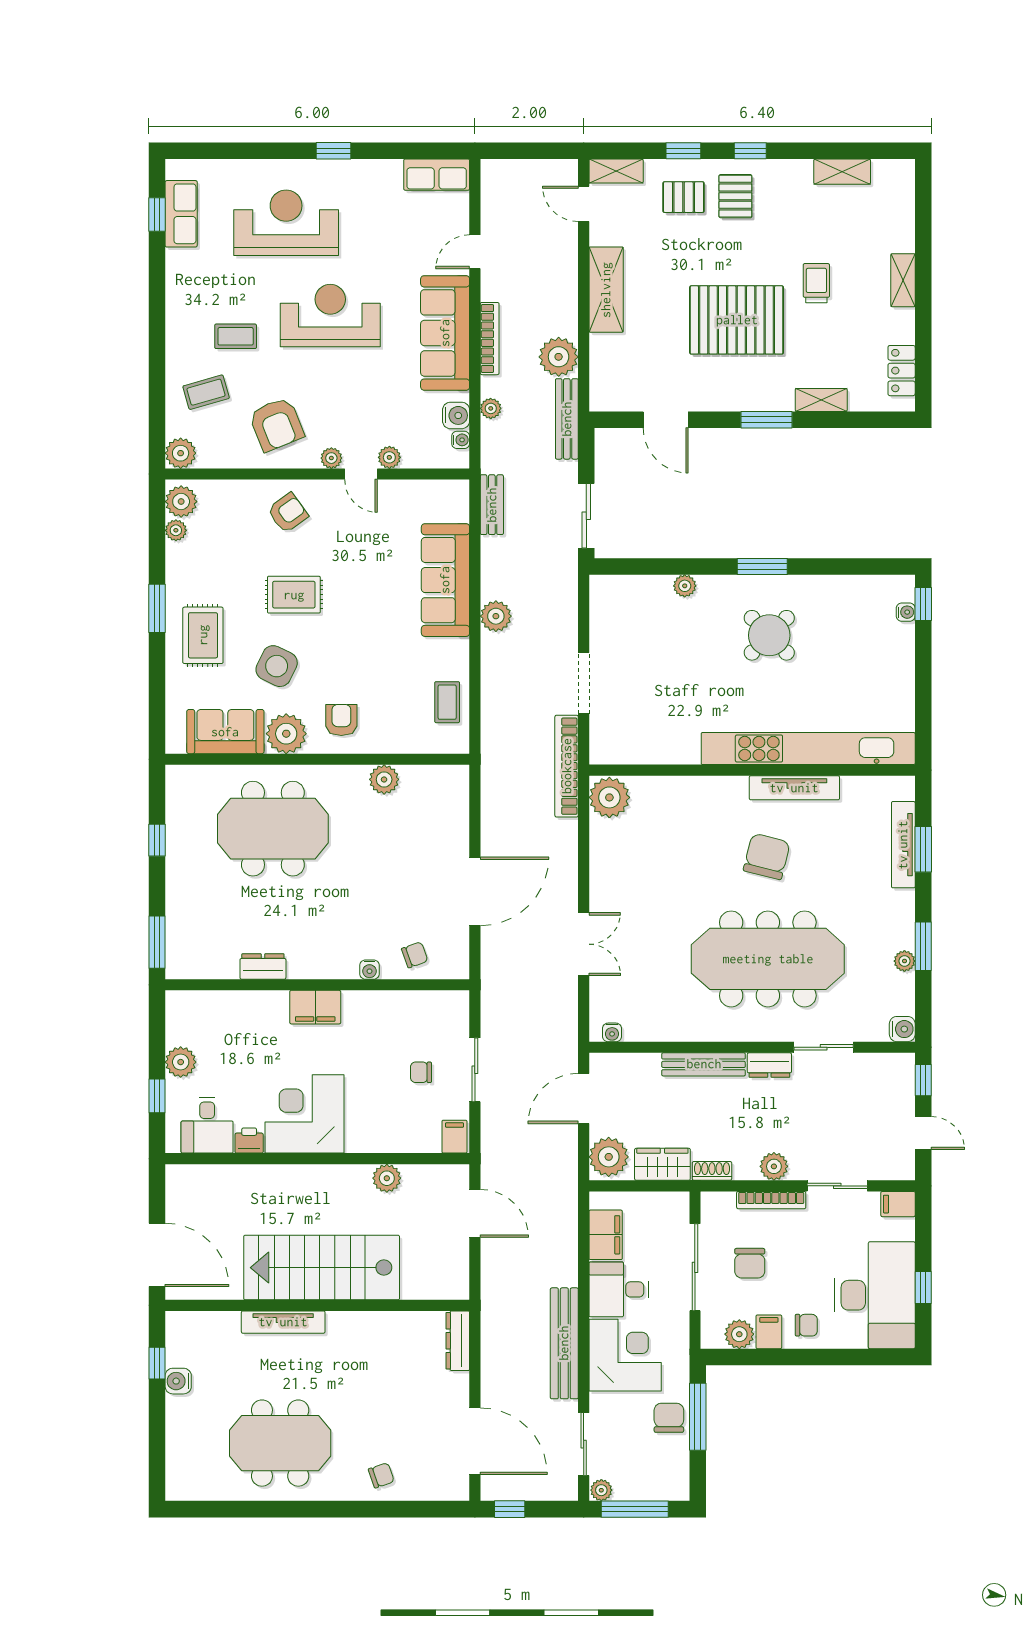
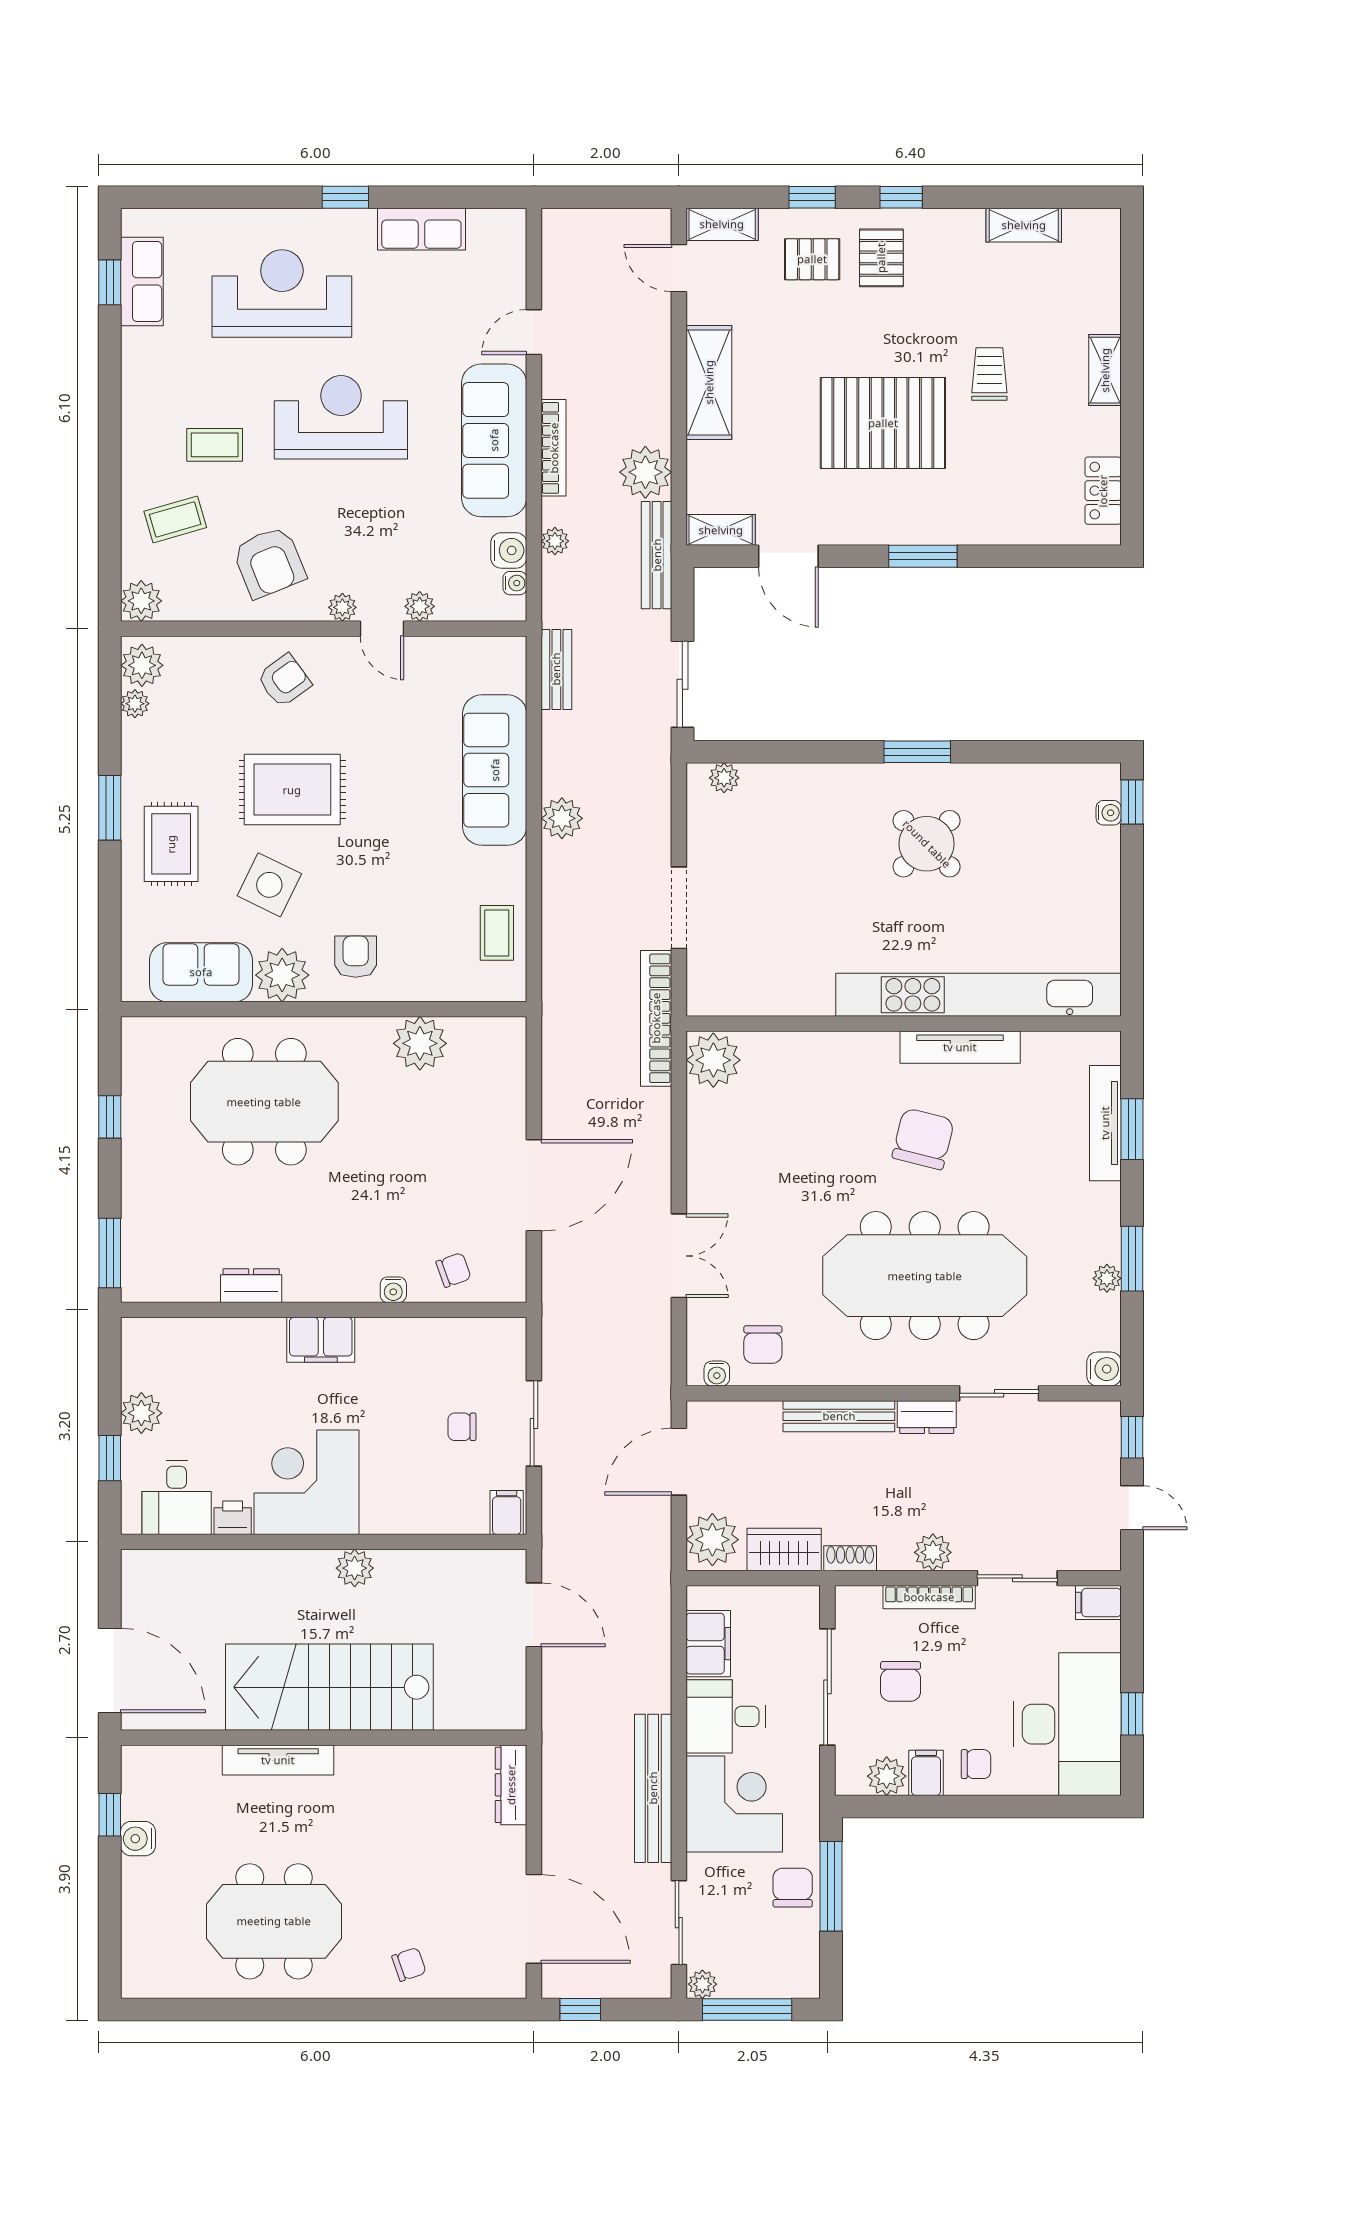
row of seats: (437, 175) -> (421, 229), moved
shelving: (821, 400) -> (721, 530), moved
plant: (685, 586) -> (724, 778), moved
rug: (294, 595) -> (292, 790), width x1.36, depth x1.43
plant: (384, 779) -> (420, 1043), width x1.36, depth x1.36
chair: (647, 1011) -> (763, 1345), added
plant: (387, 1178) -> (355, 1568), moved

